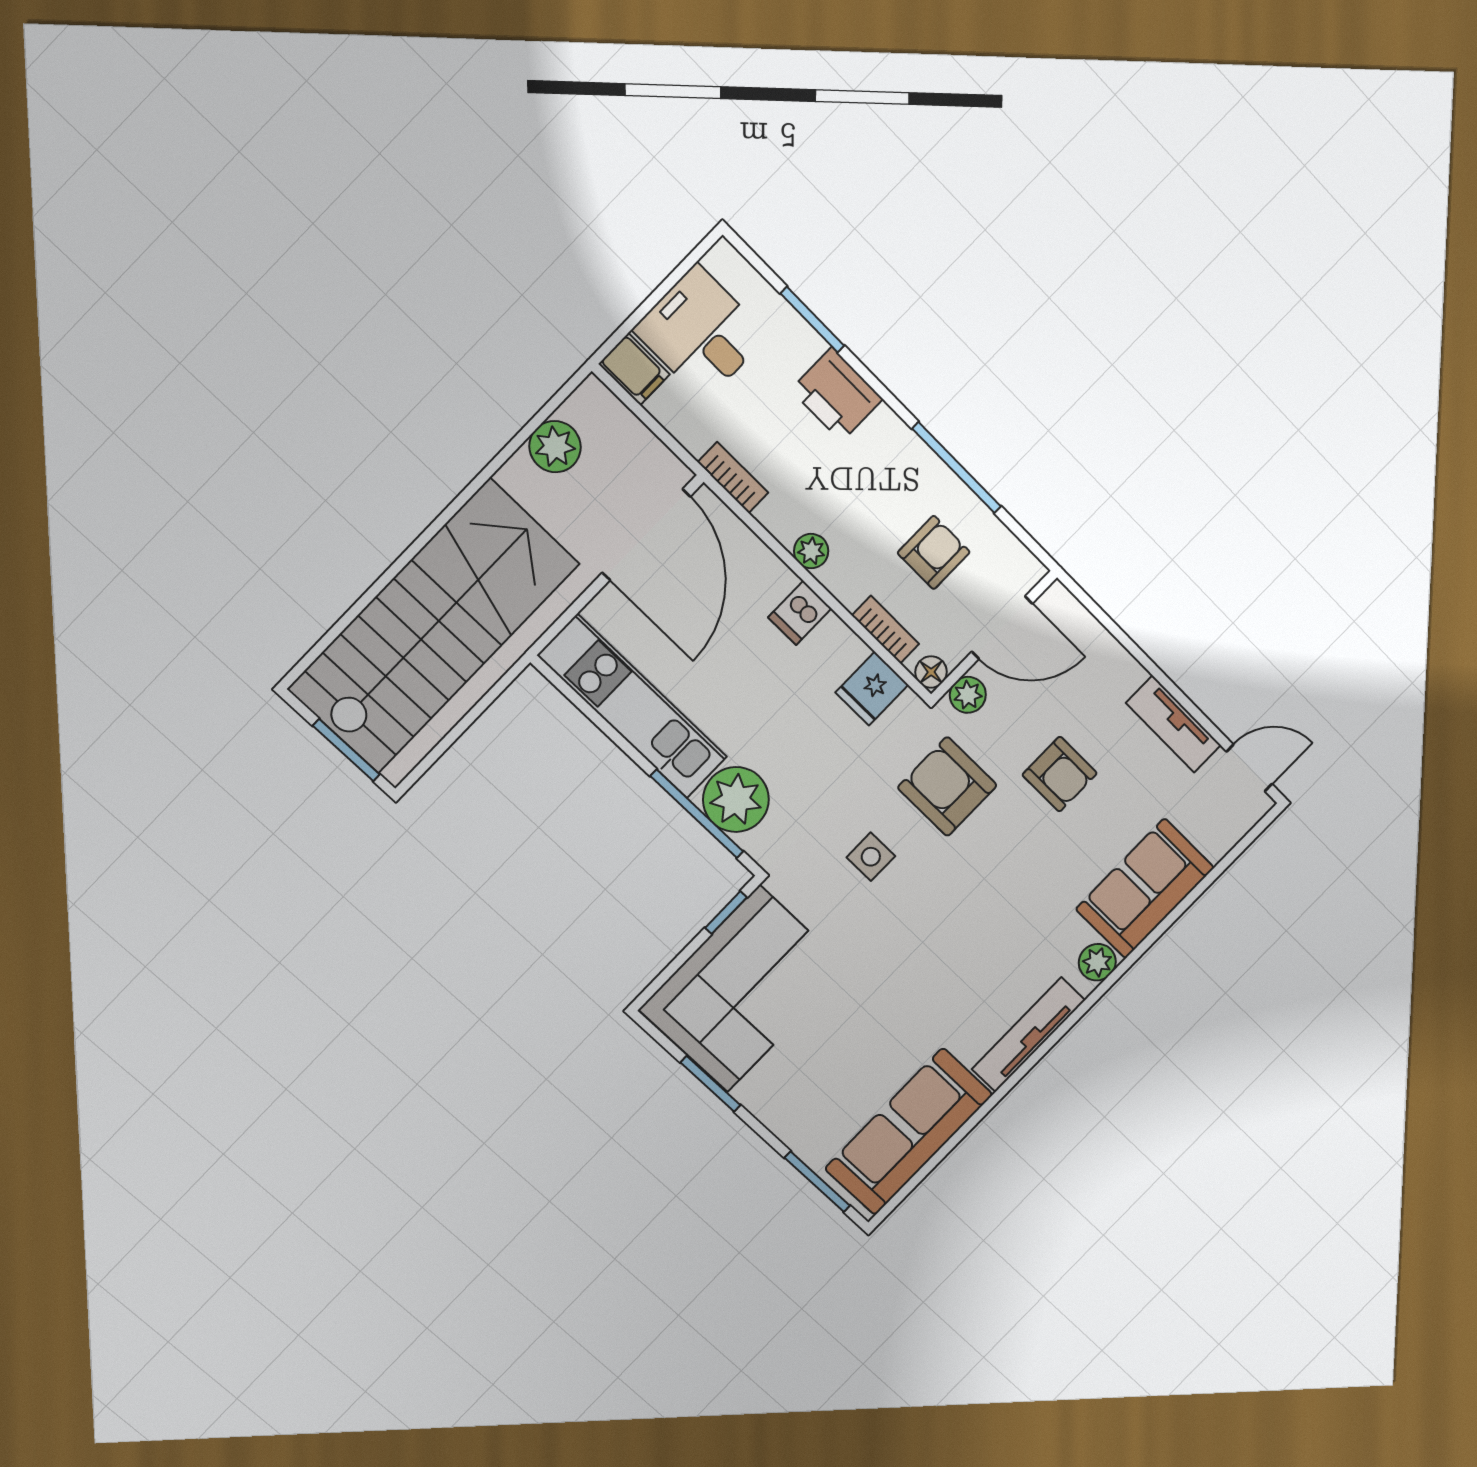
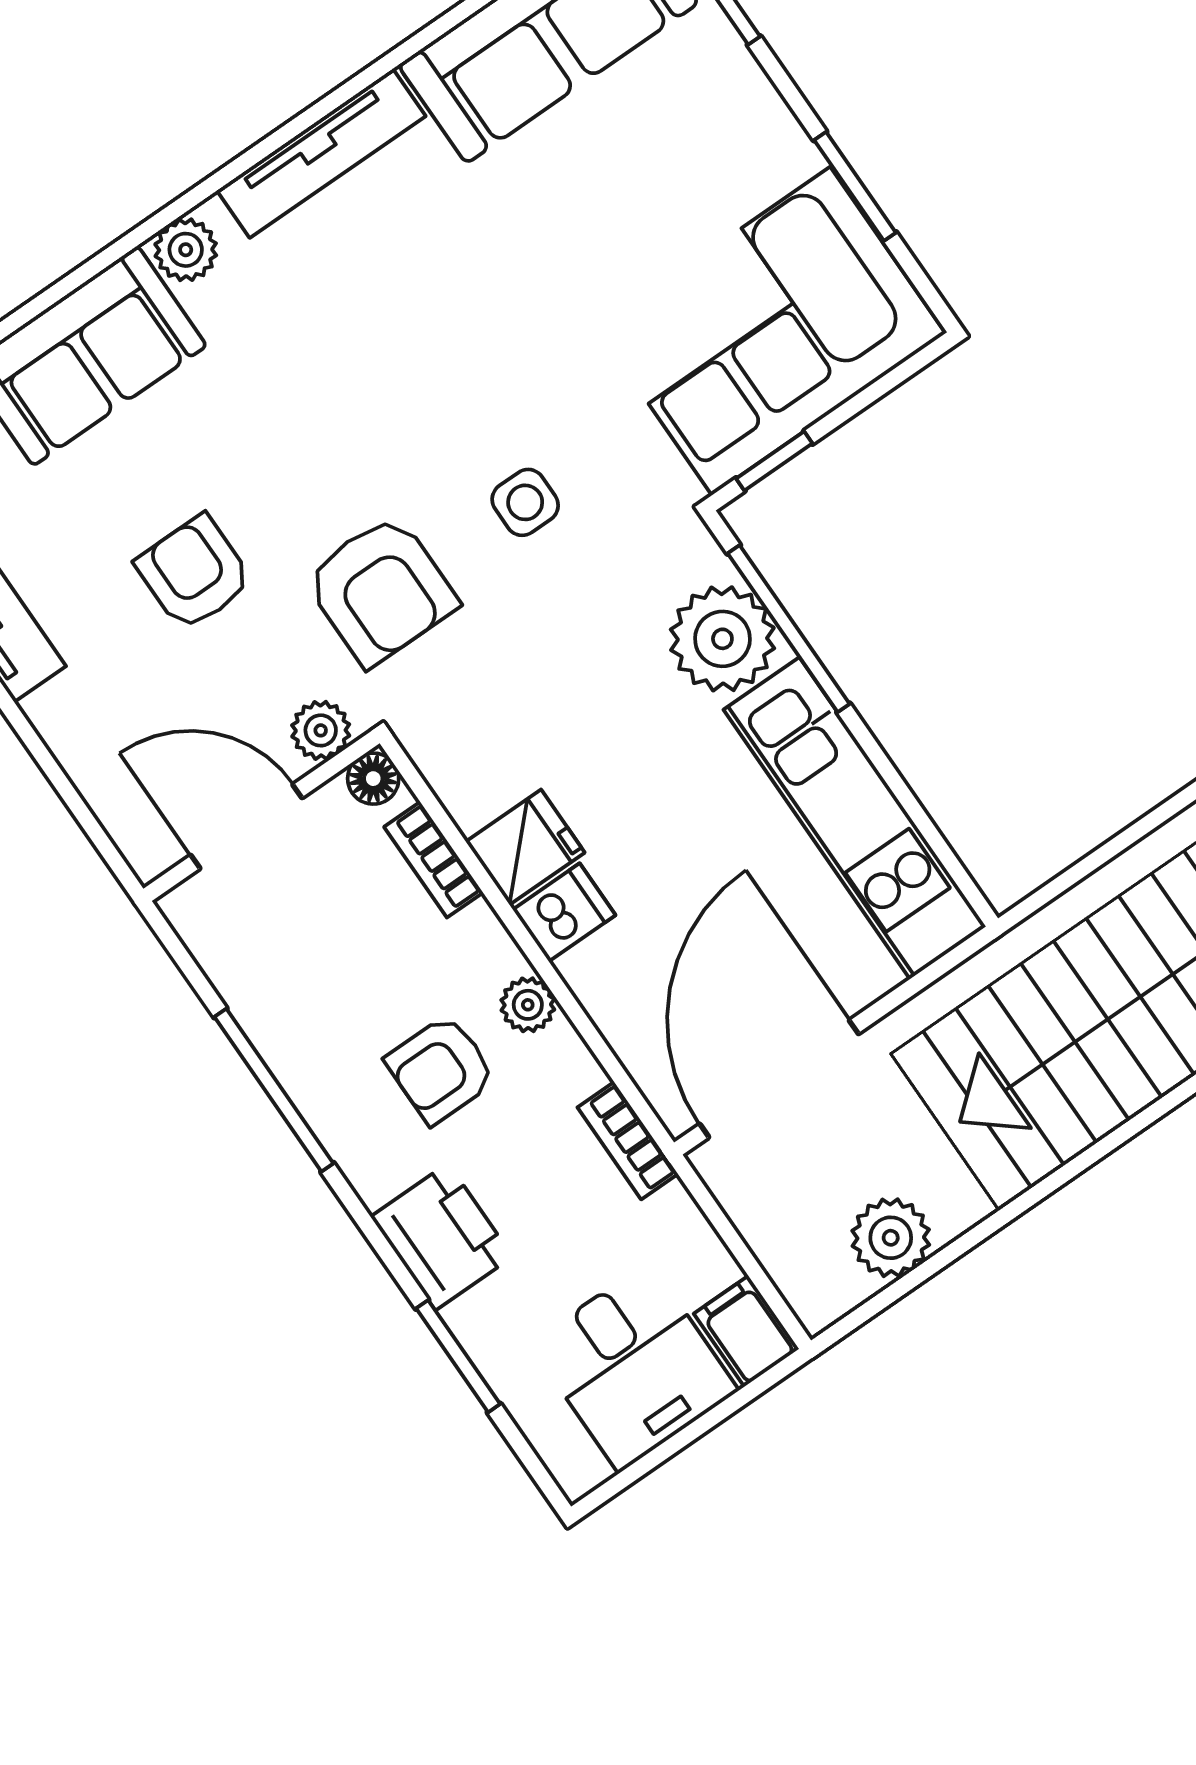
armchair: (934, 552) -> (441, 1069), moved
fridge: (872, 689) -> (525, 847), moved

